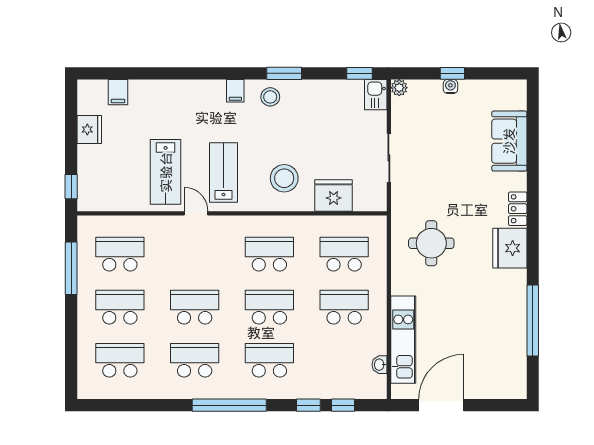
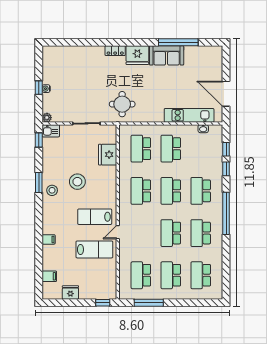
filing cabinet: (235, 91) -> (49, 239), moved
sofa: (509, 141) -> (167, 55), moved
stool: (284, 178) -> (77, 182), moved
round table: (431, 243) -> (122, 104), moved

